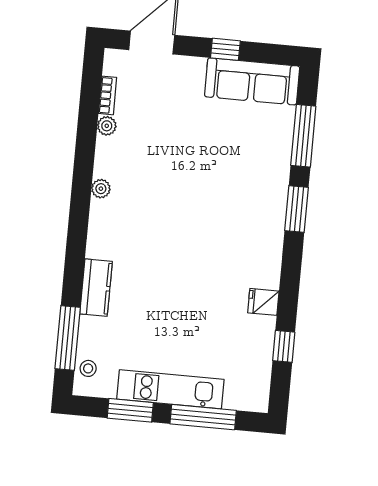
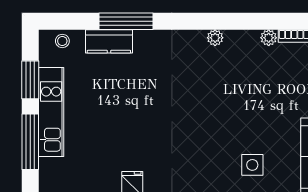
side table: (254, 159) -> (252, 165), added
kitchen counter: (96, 288) -> (109, 41), moved
window: (68, 338) -> (126, 21), moved

